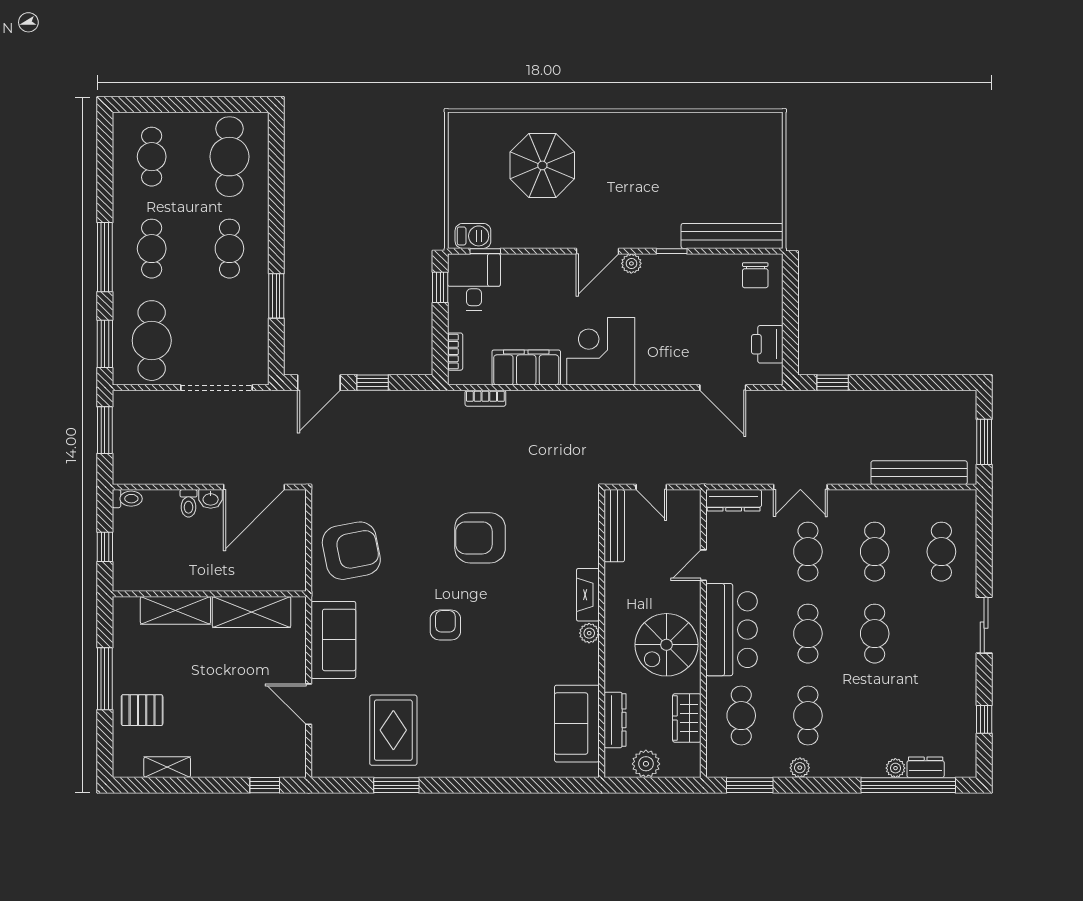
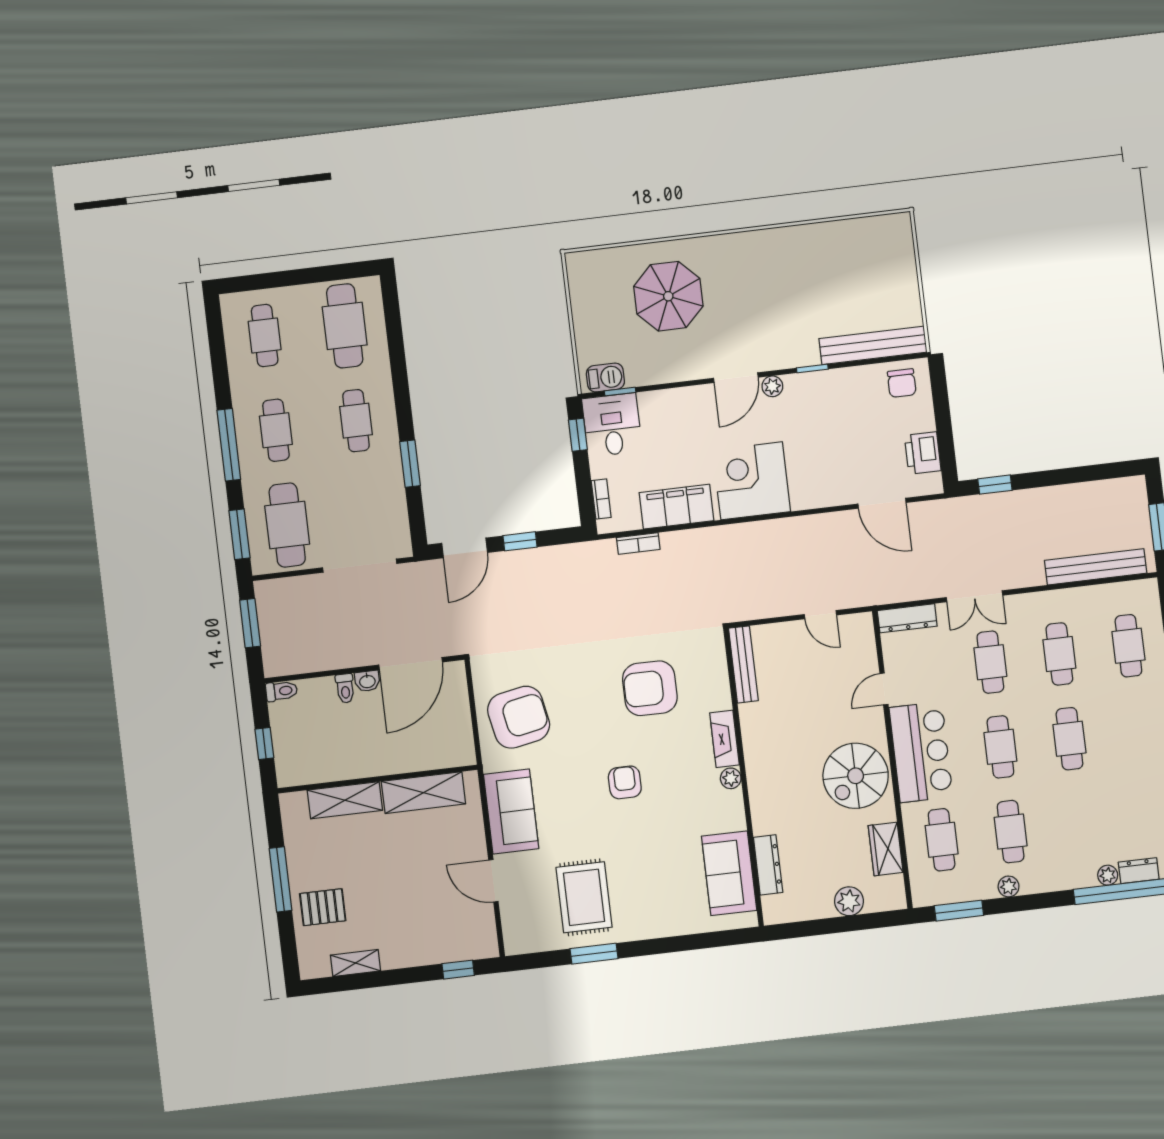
bench: (614, 526) -> (743, 664), moved
fireplace: (588, 595) -> (725, 739), moved
plant: (589, 633) -> (731, 778), moved
wall: (602, 634) -> (744, 777), moved
dresser: (615, 720) -> (768, 865), moved
sofa: (577, 724) -> (729, 873), moved

